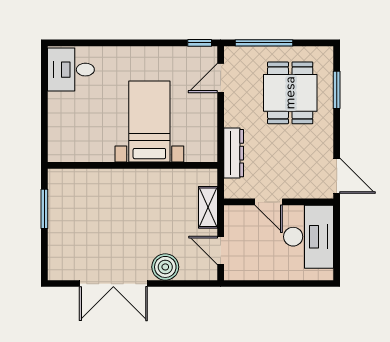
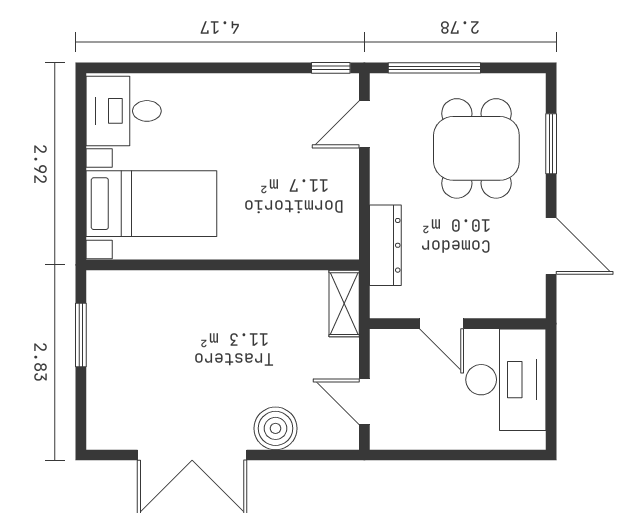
bed with nightstands: (149, 122) -> (151, 204), moved, turned 90
door: (337, 176) -> (551, 246), moved
shelving: (208, 207) -> (344, 304), moved

